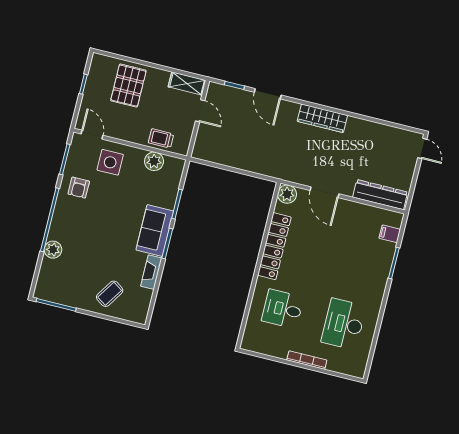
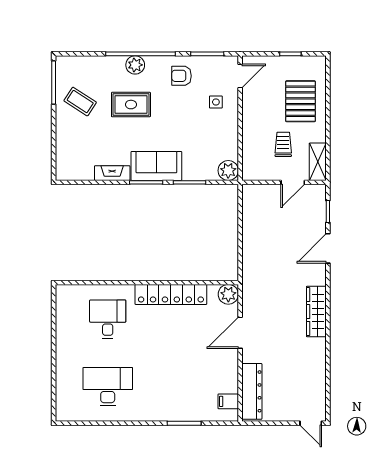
pallet: (128, 86) -> (301, 101), turned 90
trolley: (161, 138) -> (283, 144), moved
door: (422, 148) -> (311, 423), hinge flipped
plant: (154, 161) -> (228, 171), moved
side table: (110, 162) -> (216, 102), width x0.54, depth x0.54
filing cabinet: (390, 234) -> (228, 401), moved, turned -90
rug: (93, 240) -> (131, 105), added
plant: (53, 250) -> (135, 65), moved
coffee table: (110, 294) -> (80, 102), moved
bookcase: (307, 360) -> (61, 358), removed

